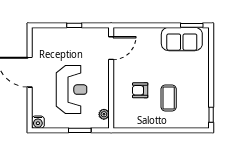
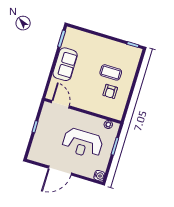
sofa: (182, 39) -> (65, 64), moved
reception desk: (72, 90) -> (82, 143), turned 180
armchair: (140, 90) -> (110, 91), moved

